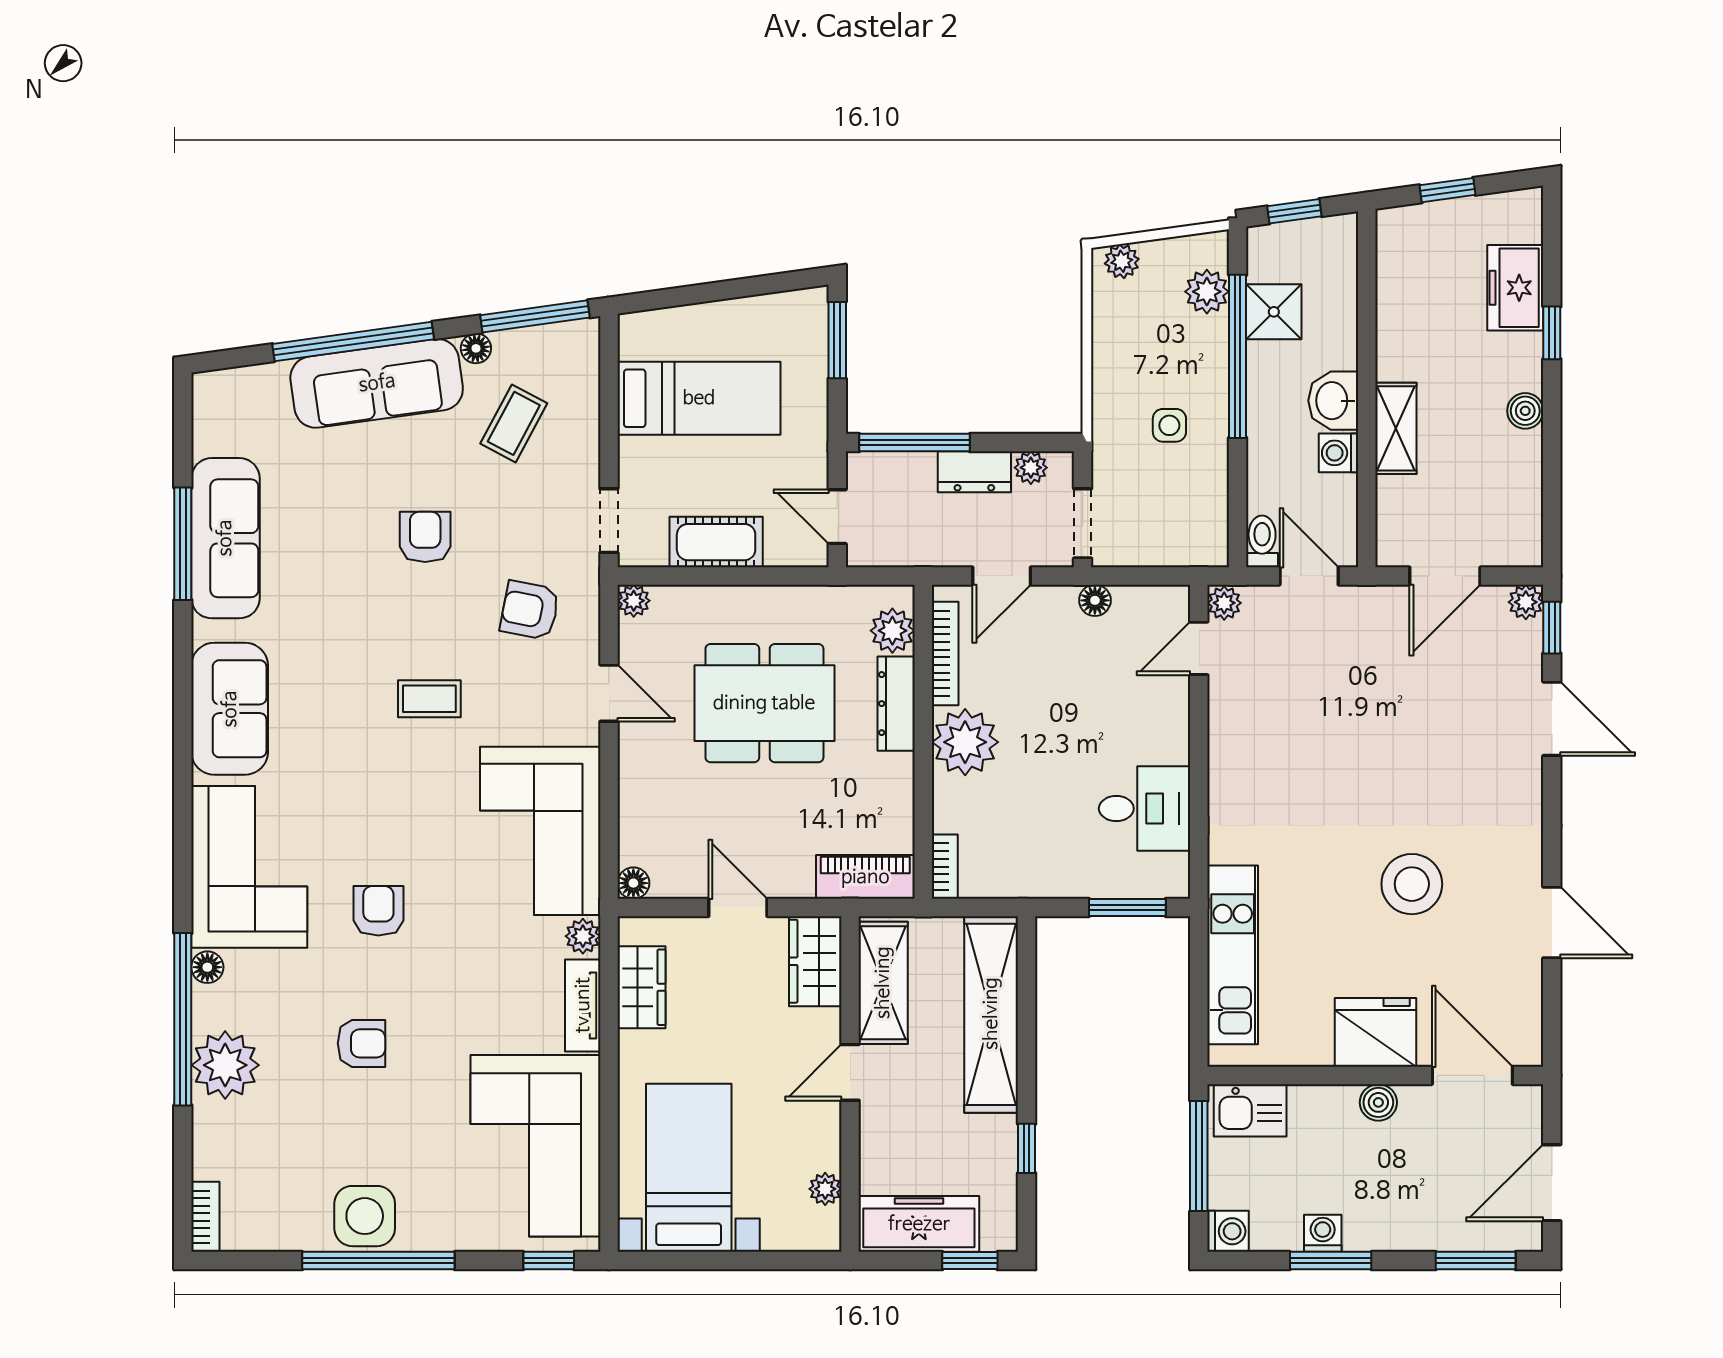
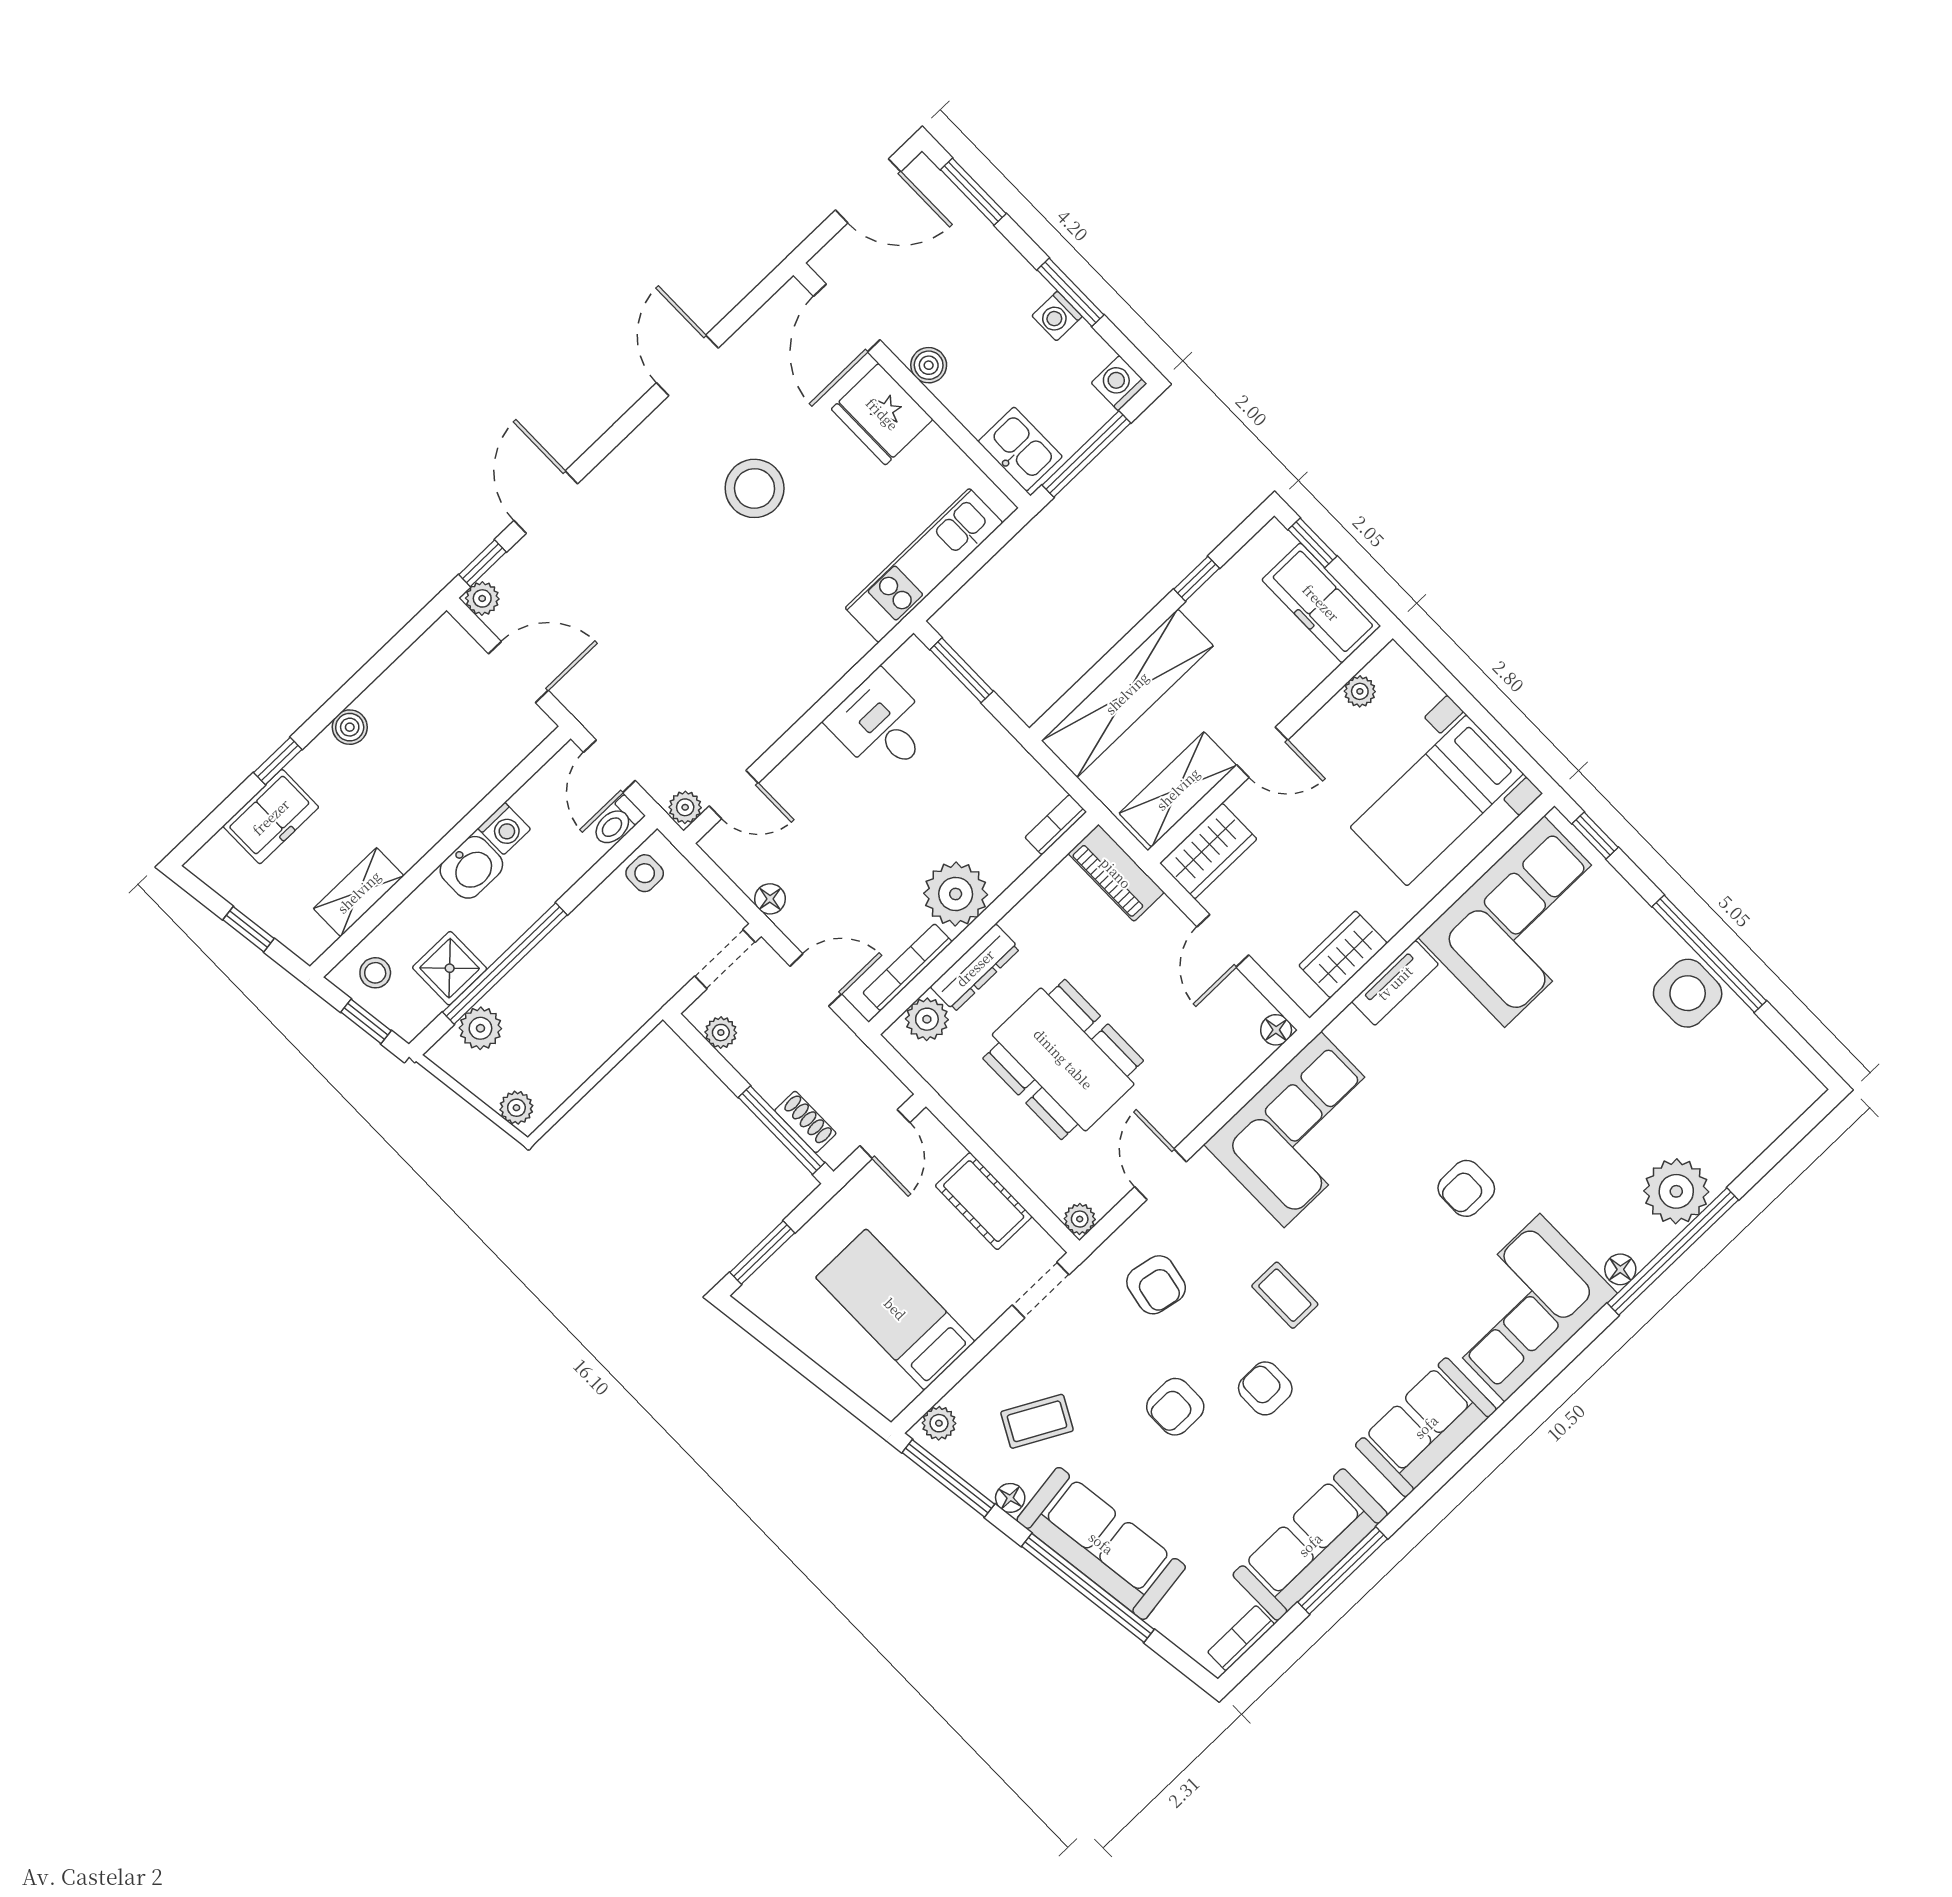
stool: (1324, 253) -> (375, 973), added
side table: (1169, 425) -> (645, 873), moved
shelving: (1396, 428) -> (359, 892), moved
shoe rack: (903, 466) -> (805, 1122), added
dresser: (974, 472) -> (762, 1069), removed
plant: (583, 936) -> (939, 1423), moved
armchair: (361, 1043) -> (1265, 1388), moved
bookcase: (205, 1217) -> (1241, 1638), moved

